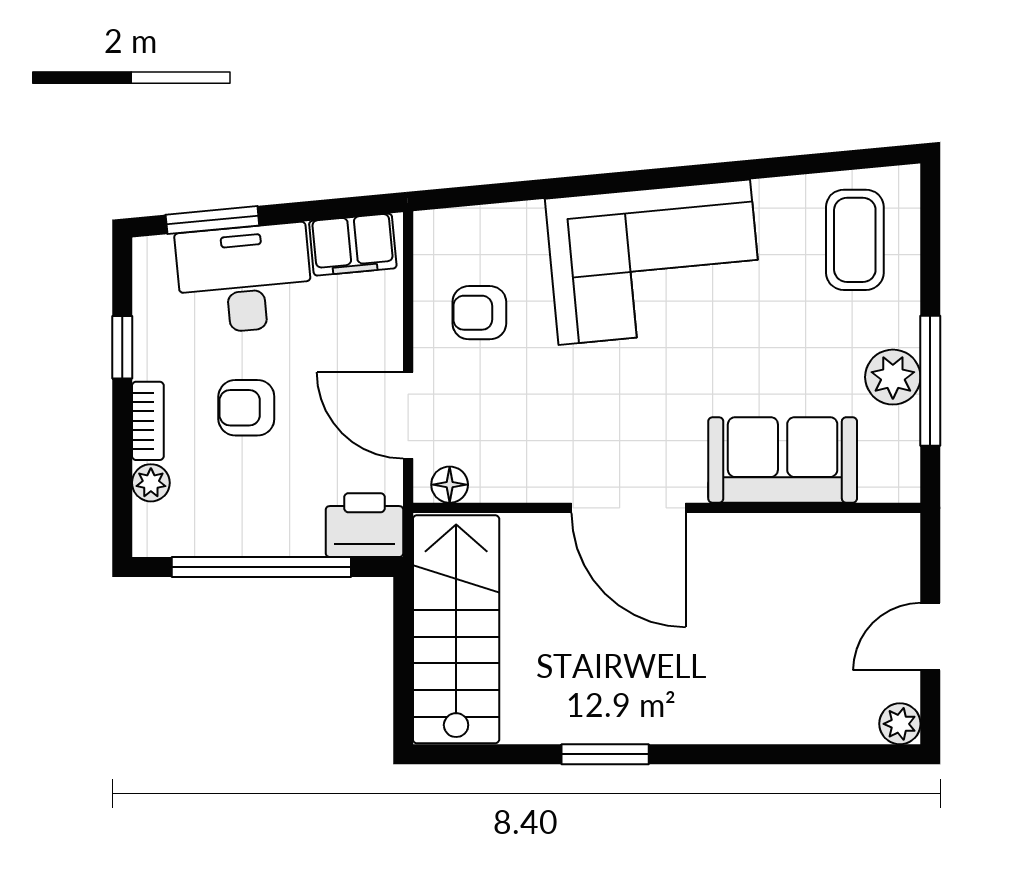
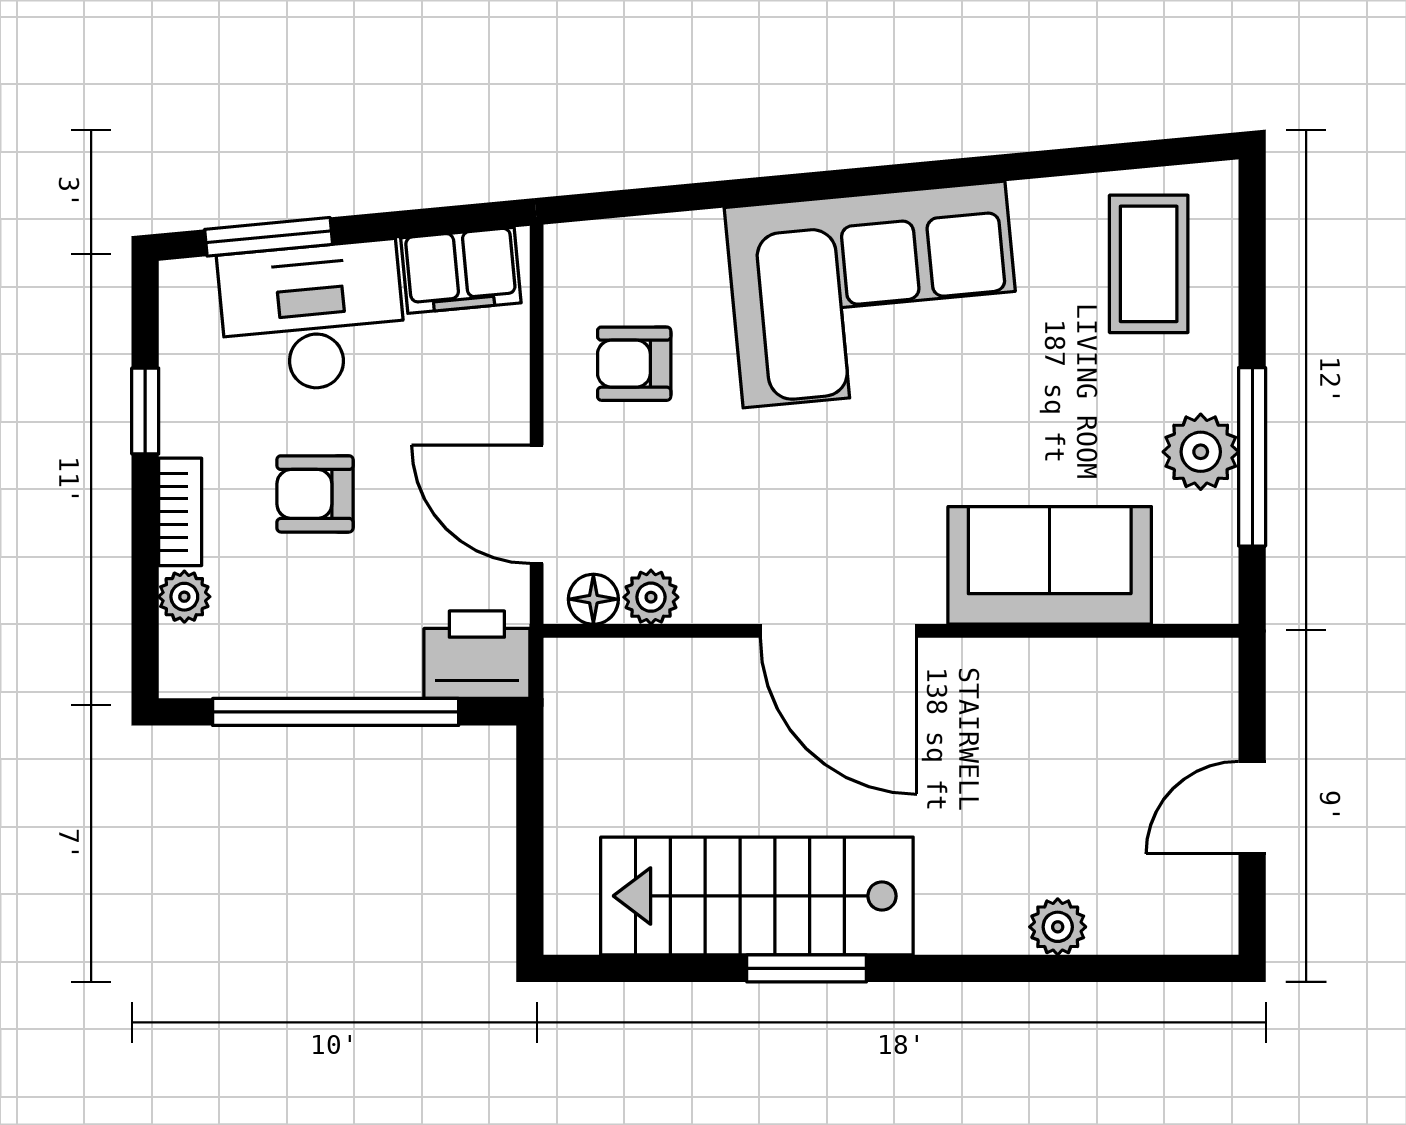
plant: (492, 483) -> (651, 597), added
stairs: (456, 629) -> (757, 896), moved, turned -90
plant: (900, 724) -> (1058, 927), moved

